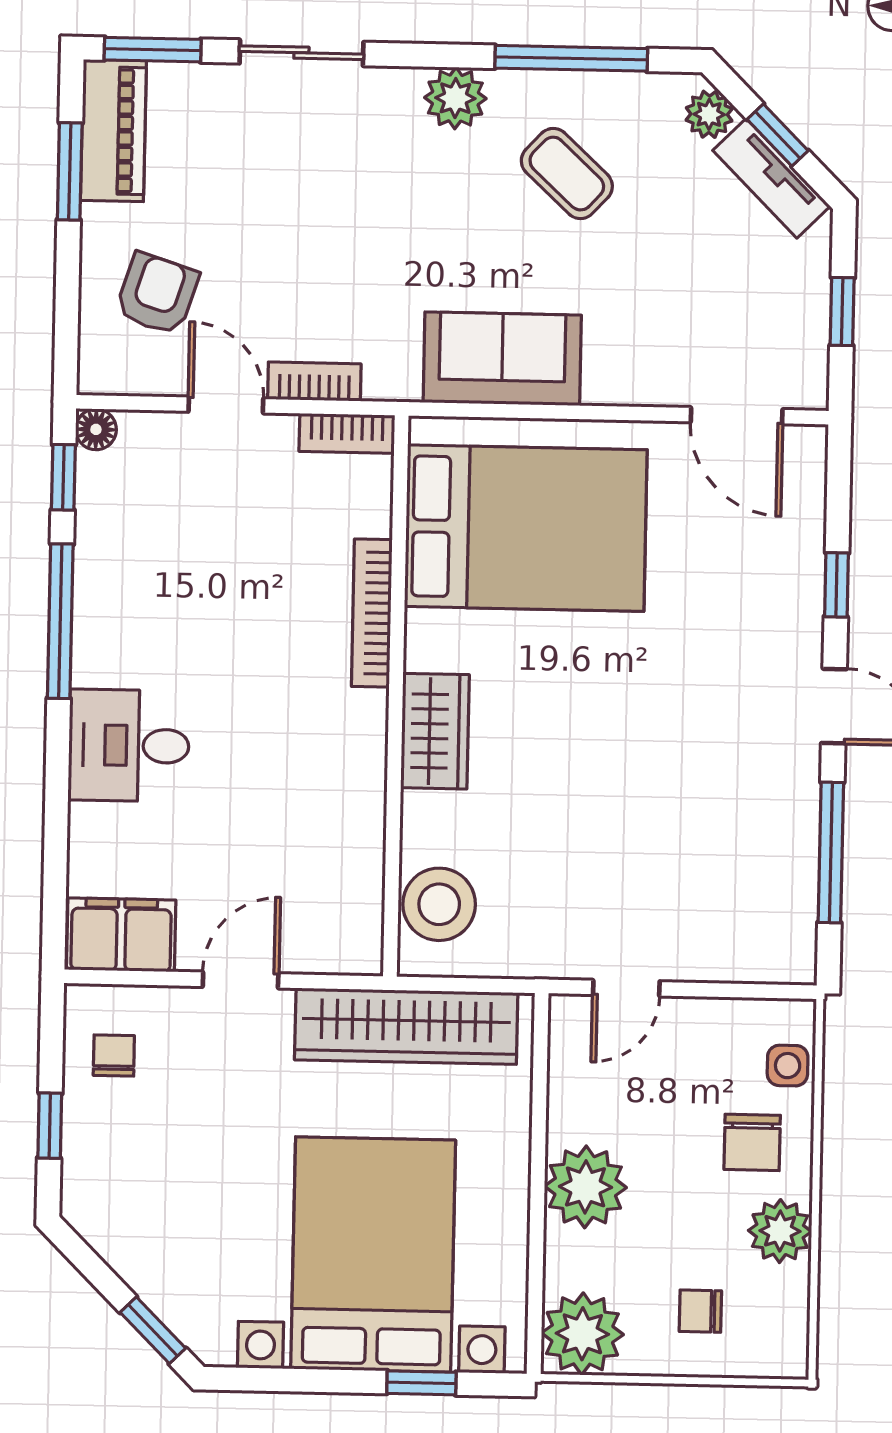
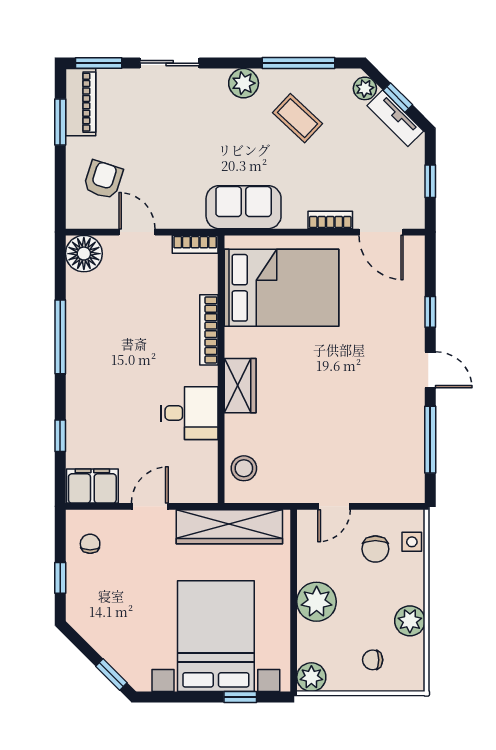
sofa: (502, 359) -> (244, 207), moved
bookcase: (314, 382) -> (330, 220), moved
floor lamp: (96, 429) -> (84, 254), width x1.89, depth x1.89
window: (63, 477) -> (60, 436), moved
desk: (129, 746) -> (189, 413), moved, turned 180
stool: (439, 904) -> (244, 468), width x0.73, depth x0.73
chair: (752, 1142) -> (375, 549), moved
plant: (582, 1334) -> (311, 677), width x0.73, depth x0.73

